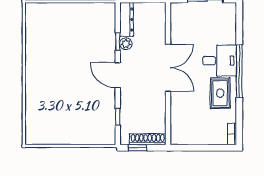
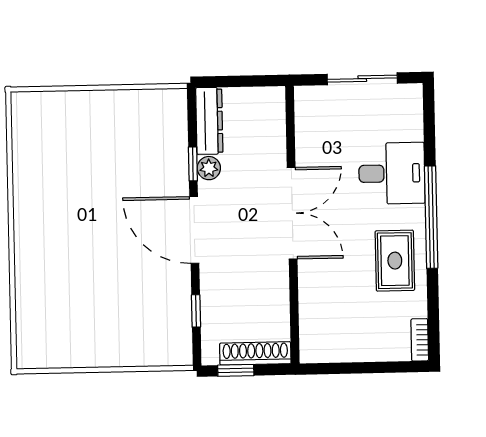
desk: (220, 61) -> (392, 173), moved
door: (118, 75) -> (194, 230), width x1.36

